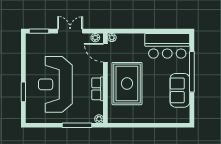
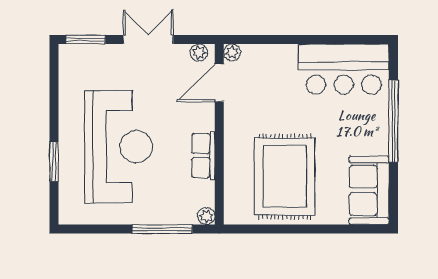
door: (105, 53) -> (219, 83), hinge flipped
reception desk: (55, 84) -> (118, 147), turned 180
rug: (127, 84) -> (285, 177), moved
sofa: (180, 90) -> (369, 190), moved

